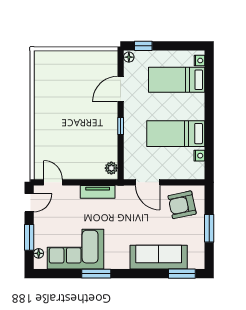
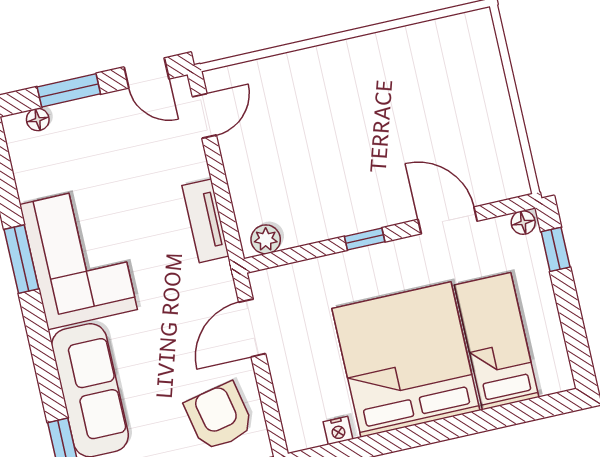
nightstand: (199, 61) -> (551, 383), removed
bed: (176, 134) -> (406, 359), width x2.04
corner sofa: (76, 249) -> (79, 257), moved

